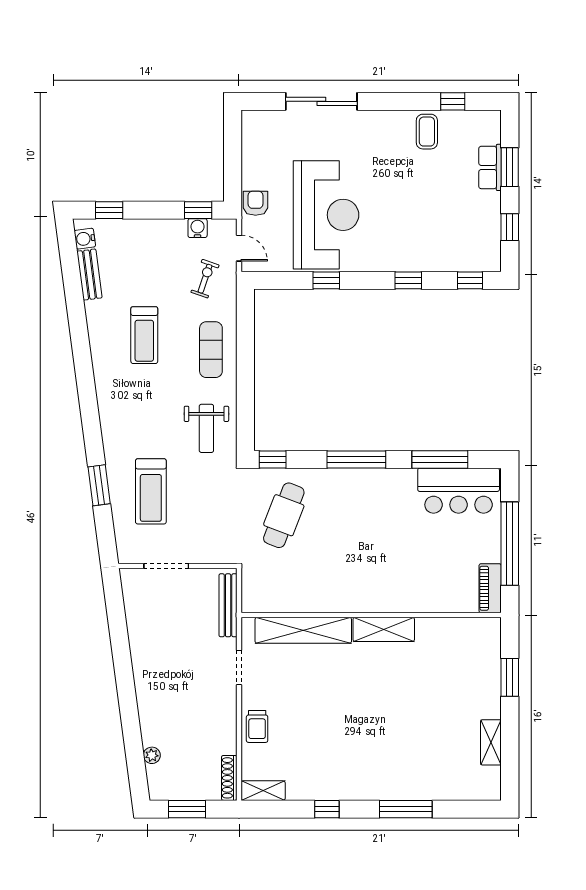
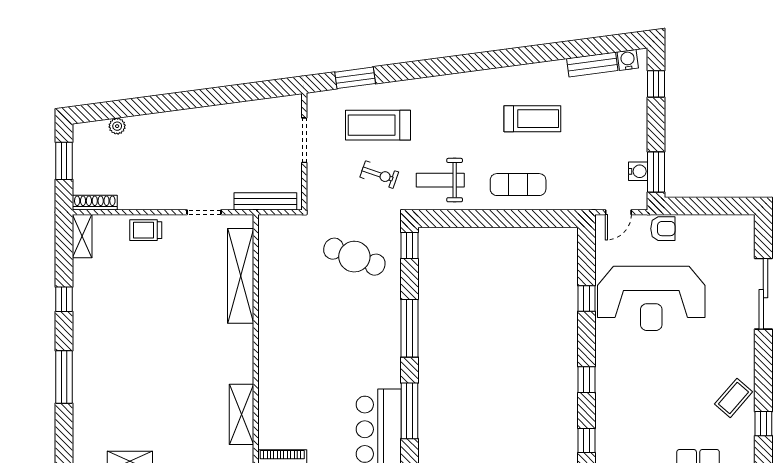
coffee table: (427, 132) -> (734, 398), turned -49
window: (198, 210) -> (656, 172), width x1.50
exercise bike: (205, 279) -> (379, 175), moved
treadmill: (144, 335) -> (532, 119), turned 180
window: (99, 485) -> (355, 78), moved
shelving: (384, 629) -> (241, 414), moved

